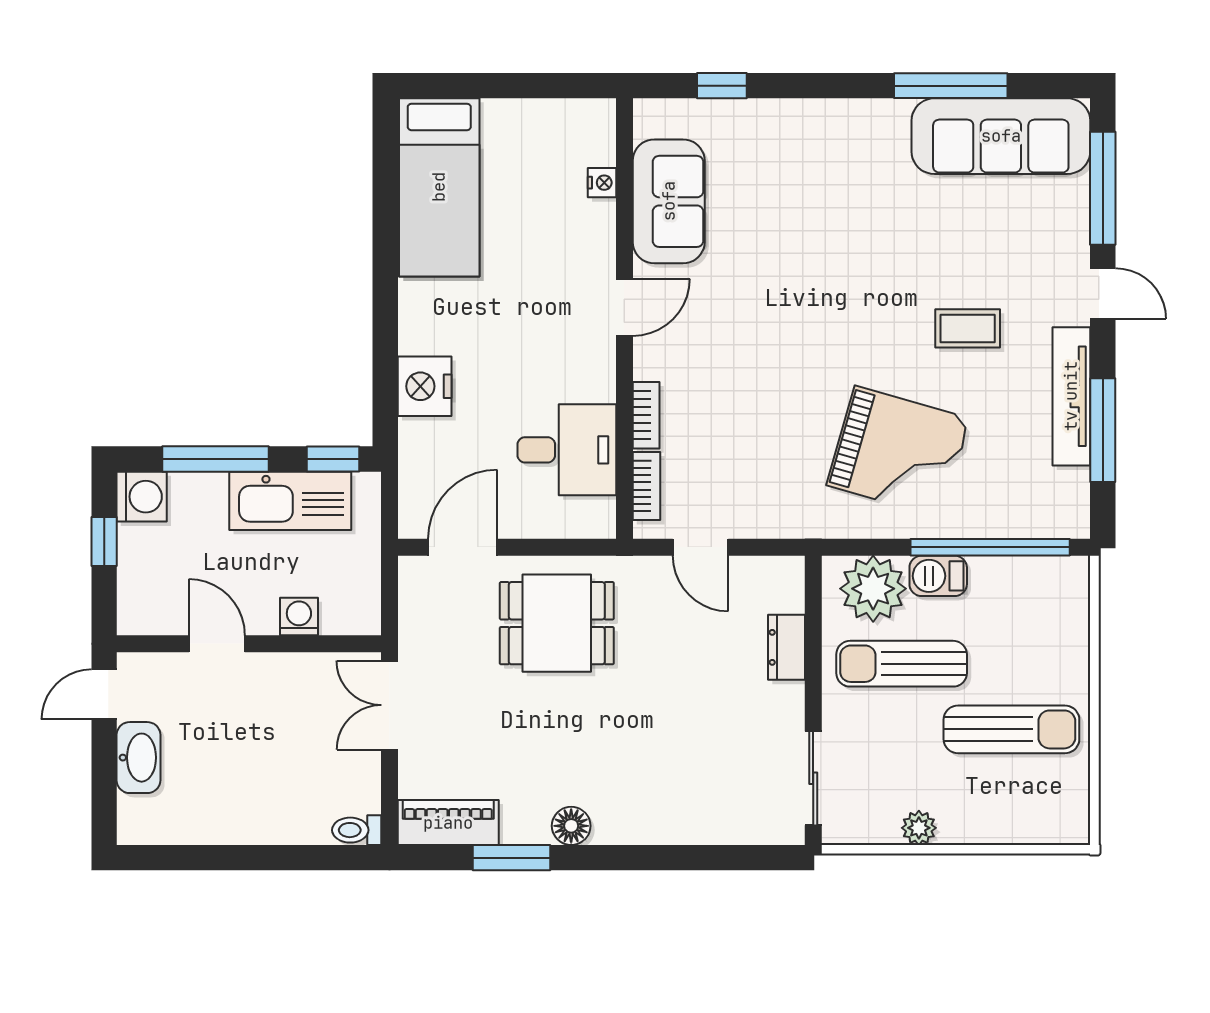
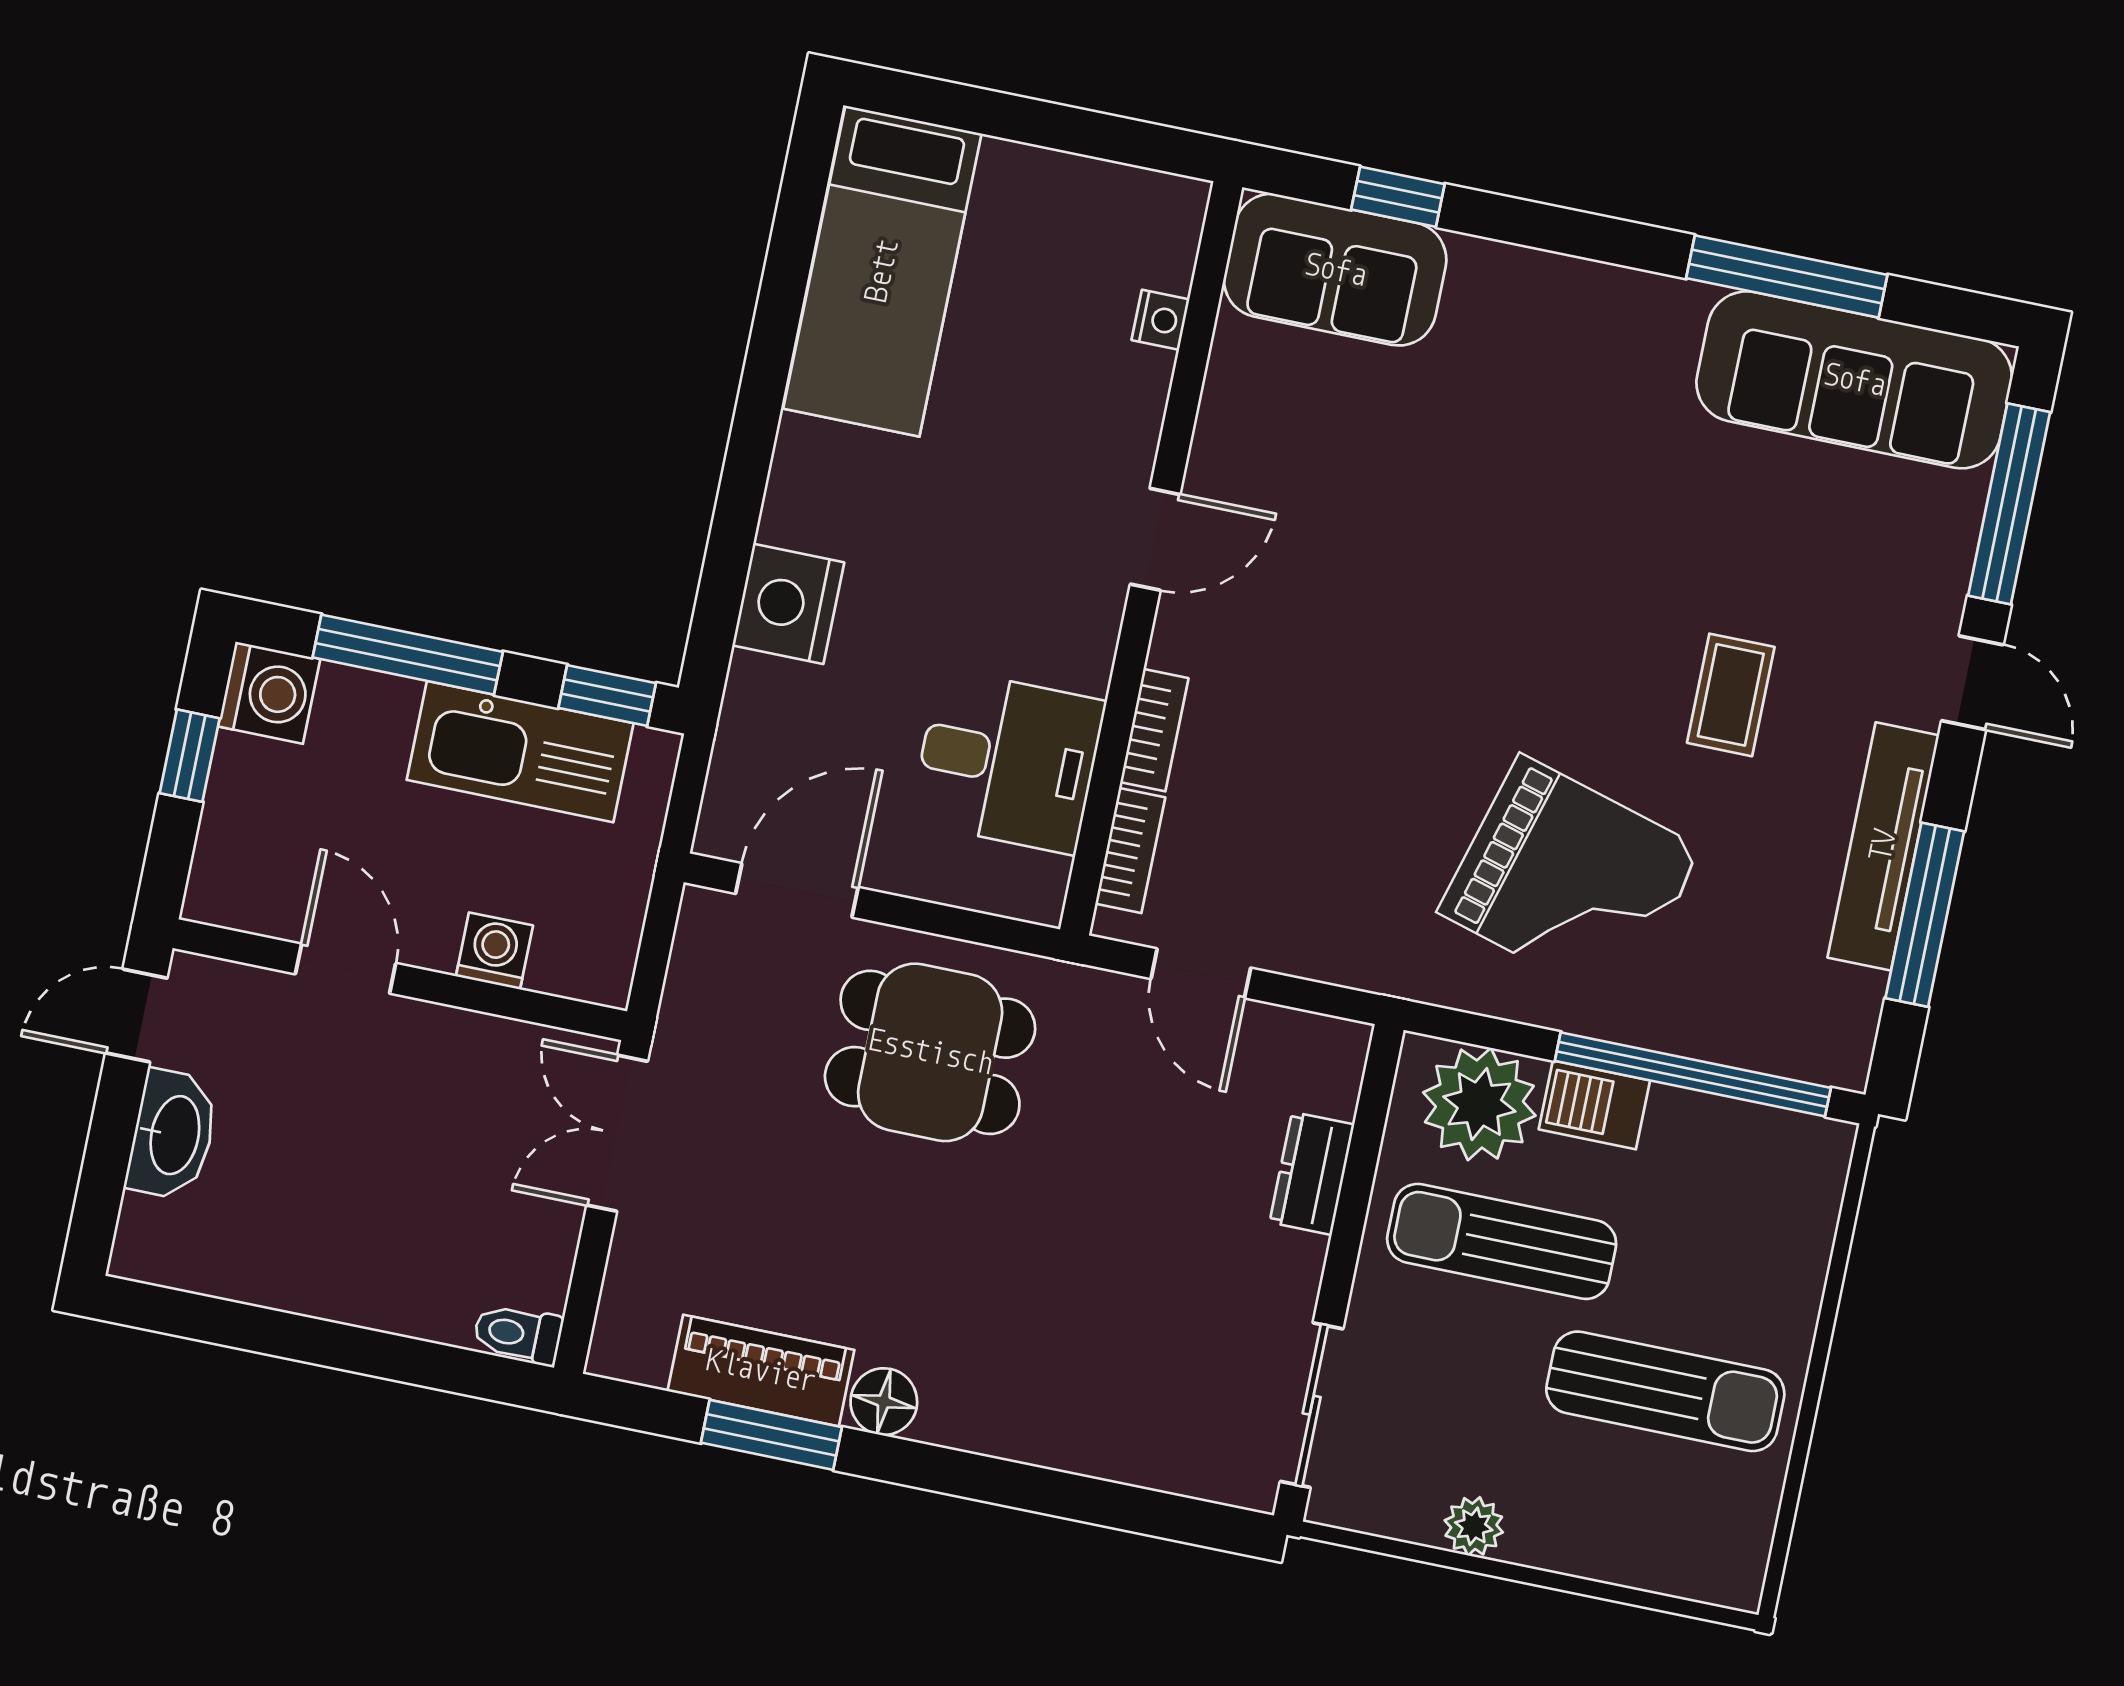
sofa: (669, 201) -> (1335, 270), moved, turned 90
coffee table: (968, 328) -> (1731, 695), turned 90
piano: (448, 823) -> (761, 1371), moved

